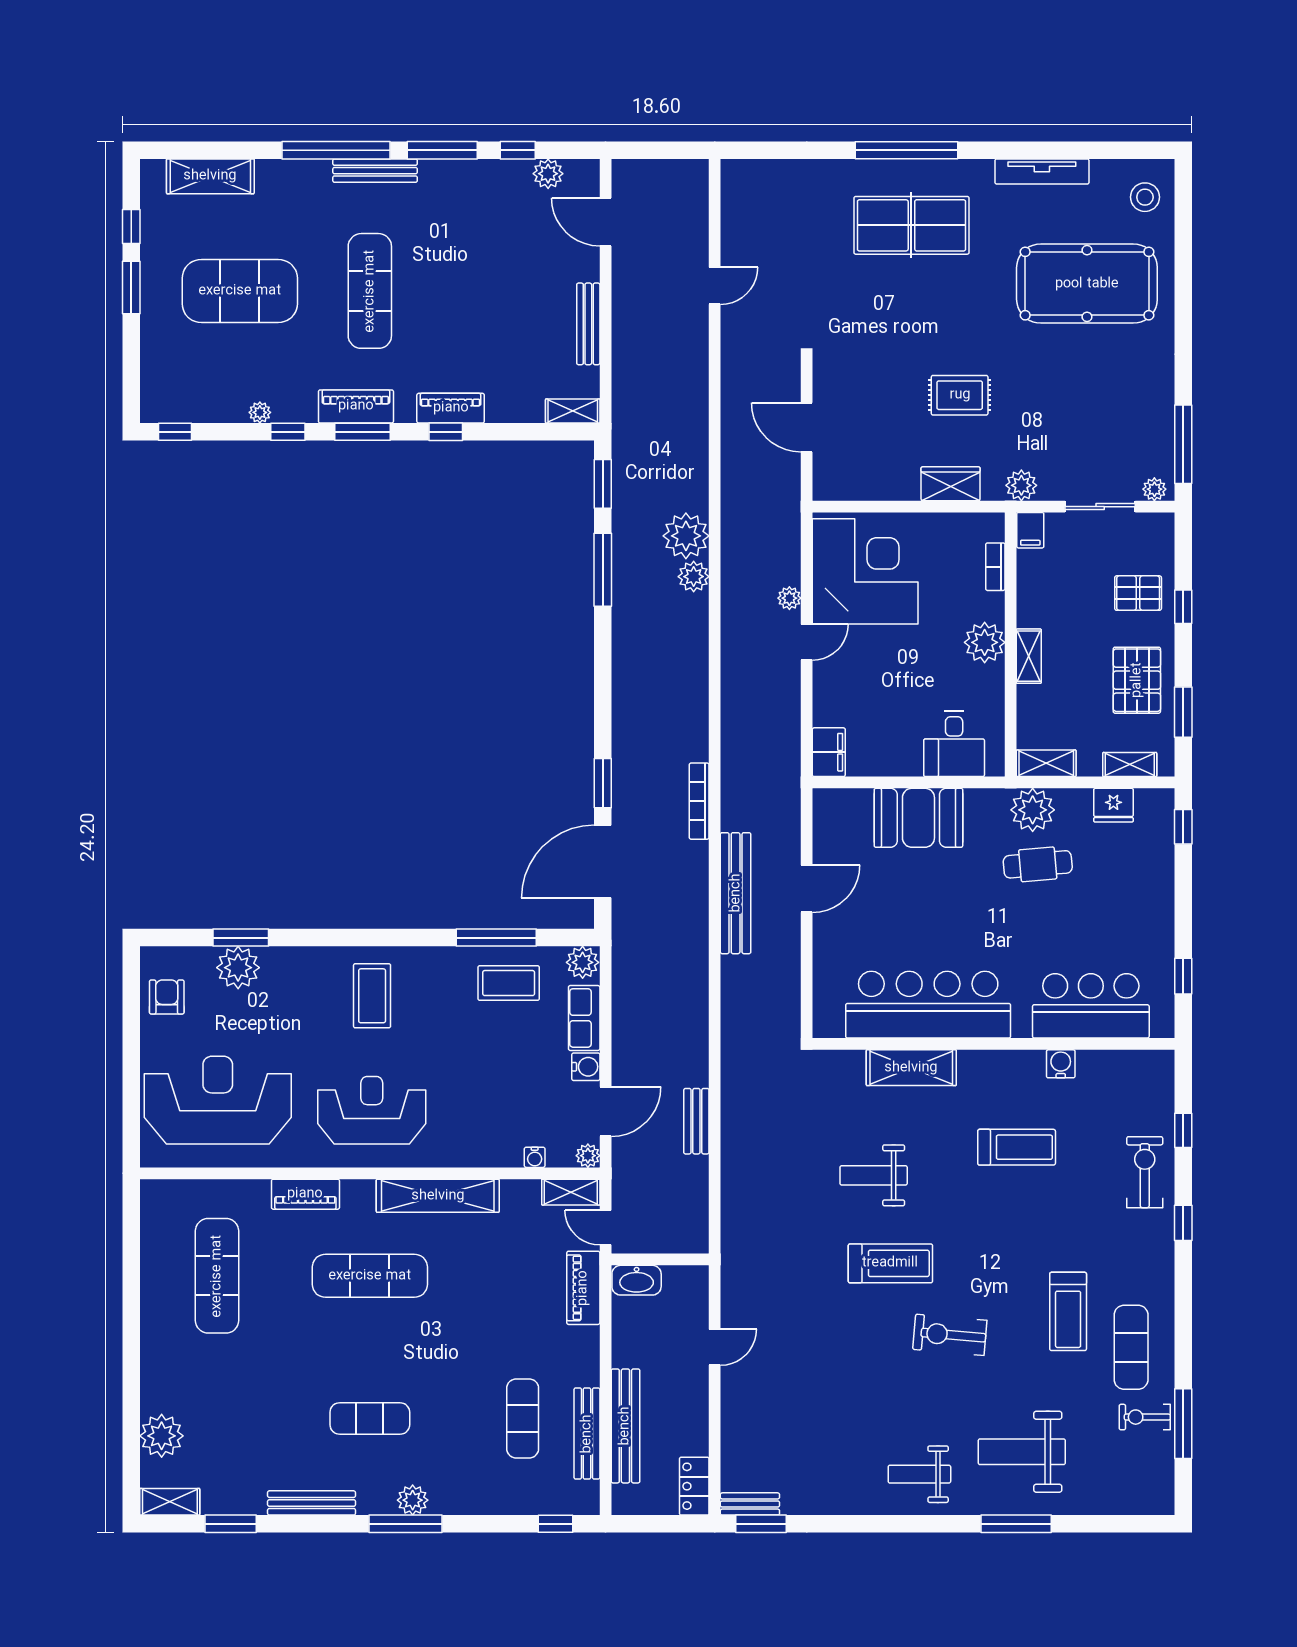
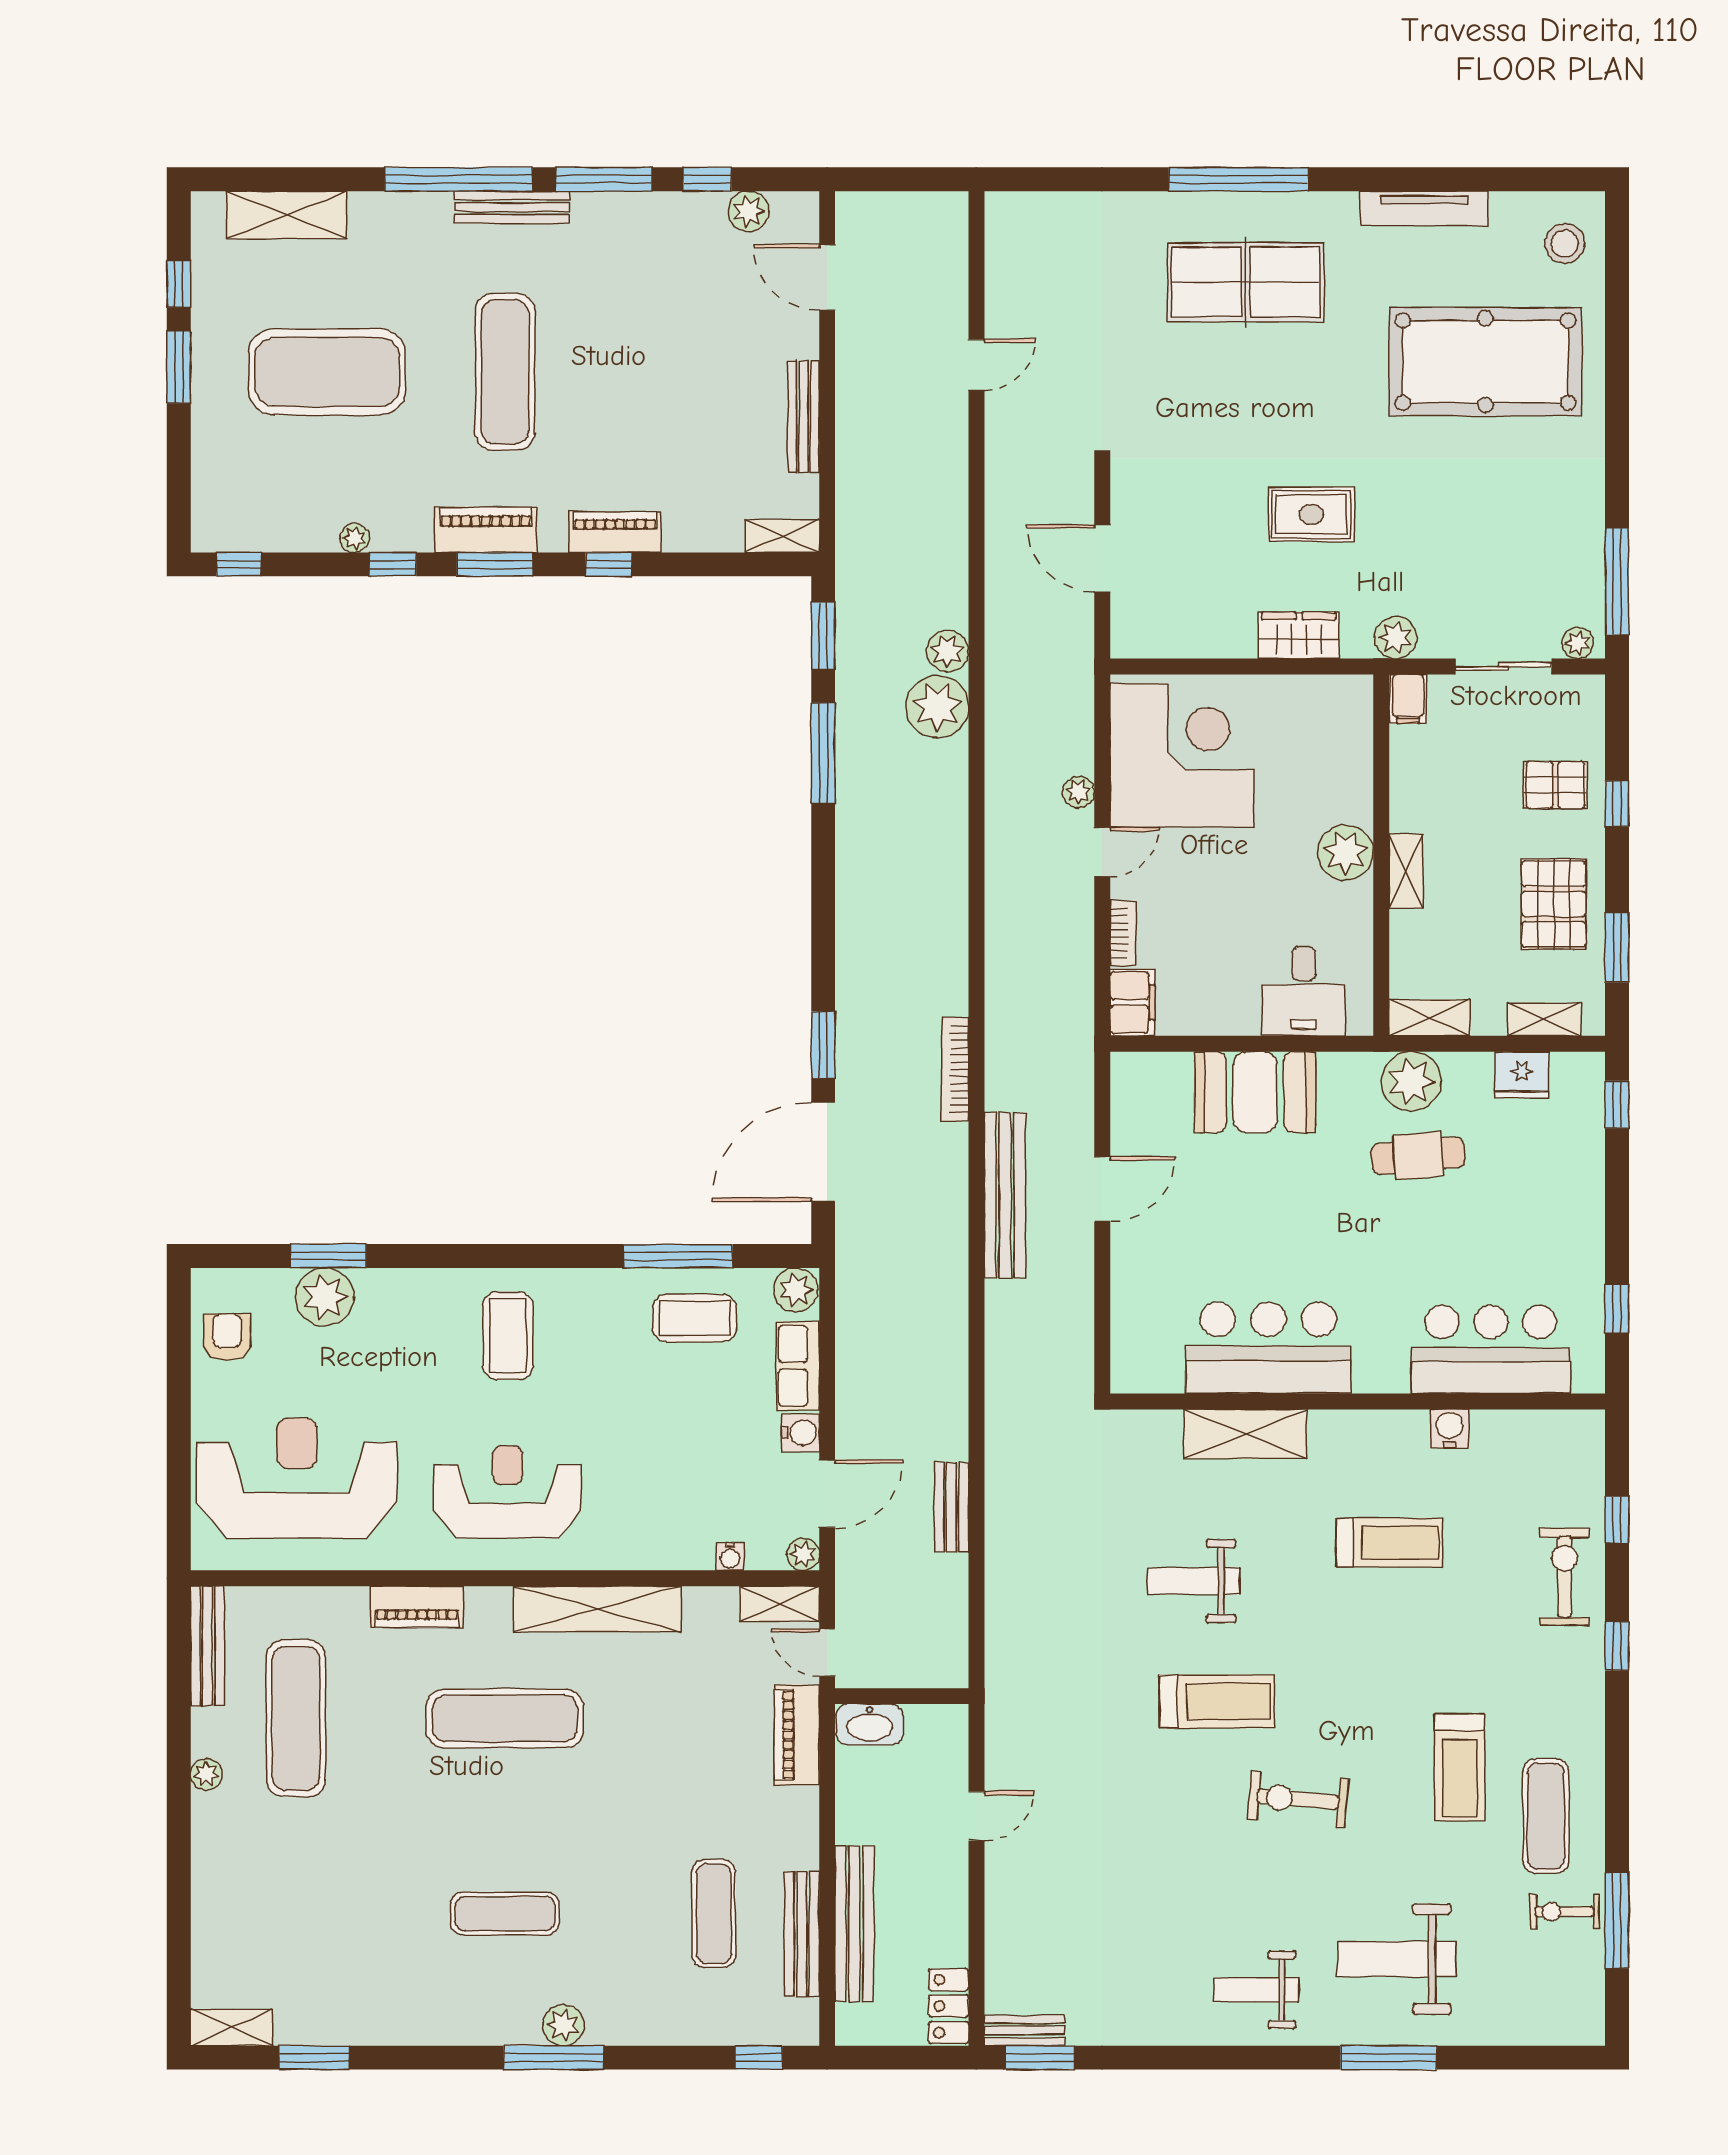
bookcase: (995, 567) -> (1123, 933), moved, turned 180
plant: (694, 577) -> (948, 651), moved
bar counter: (928, 1005) -> (1268, 1348), width x0.73
plant: (162, 1436) -> (206, 1774), moved, width x0.53, depth x0.53
bench: (312, 1503) -> (207, 1646), moved, turned 90

